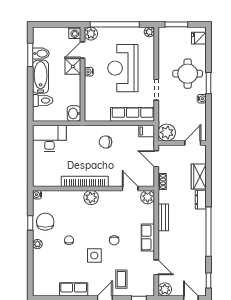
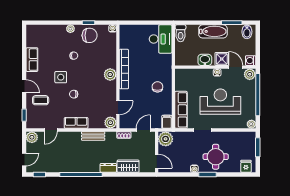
bidet: (41, 54) -> (247, 32), moved
toilet: (43, 101) -> (181, 33), moved
washbasin: (74, 114) -> (205, 60), moved

